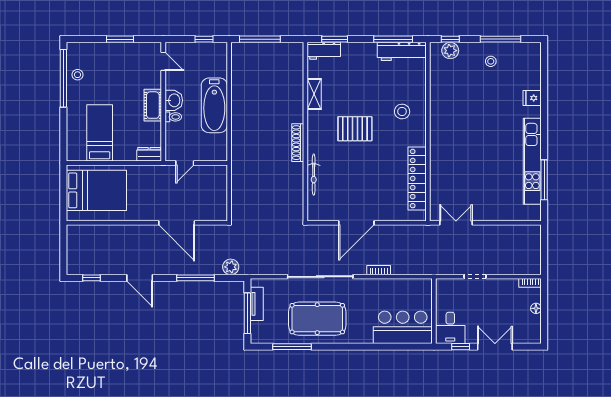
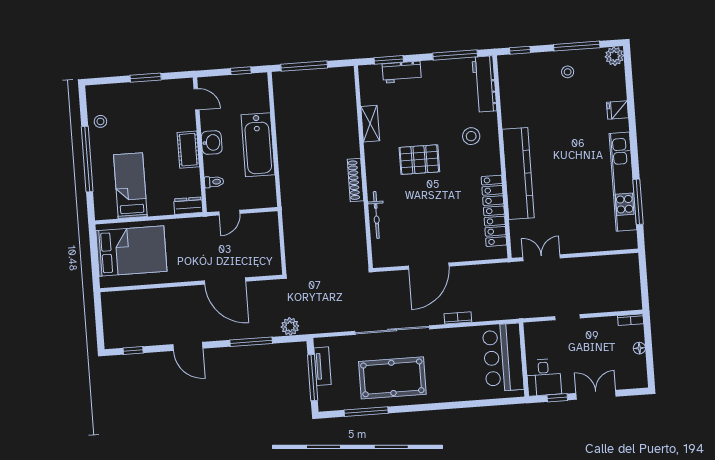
workbench: (324, 51) -> (402, 72), moved
workbench: (402, 51) -> (484, 84), moved, turned 90
plant: (450, 51) -> (614, 56), moved
window: (63, 78) -> (87, 159), moved
toilet: (173, 117) -> (214, 182), moved
kitchen counter: (441, 147) -> (518, 174), added
bar counter: (403, 327) -> (503, 357), moved, turned -90

